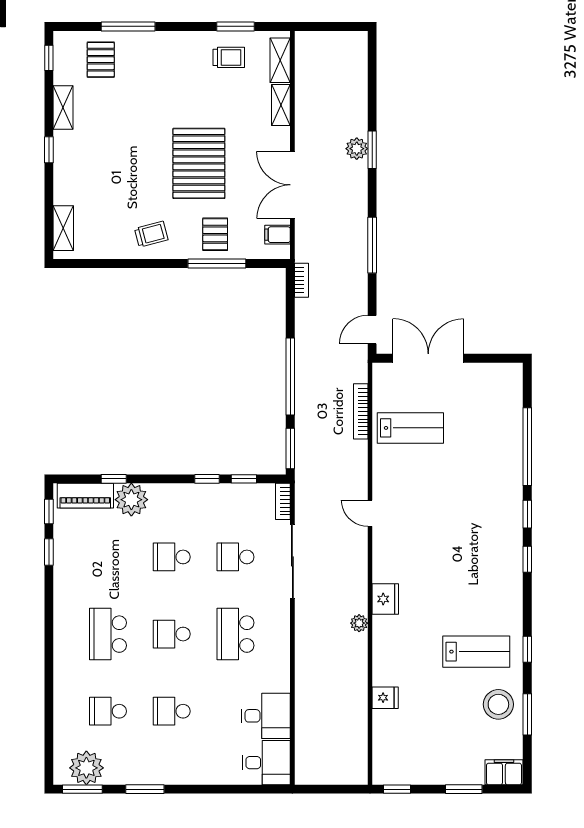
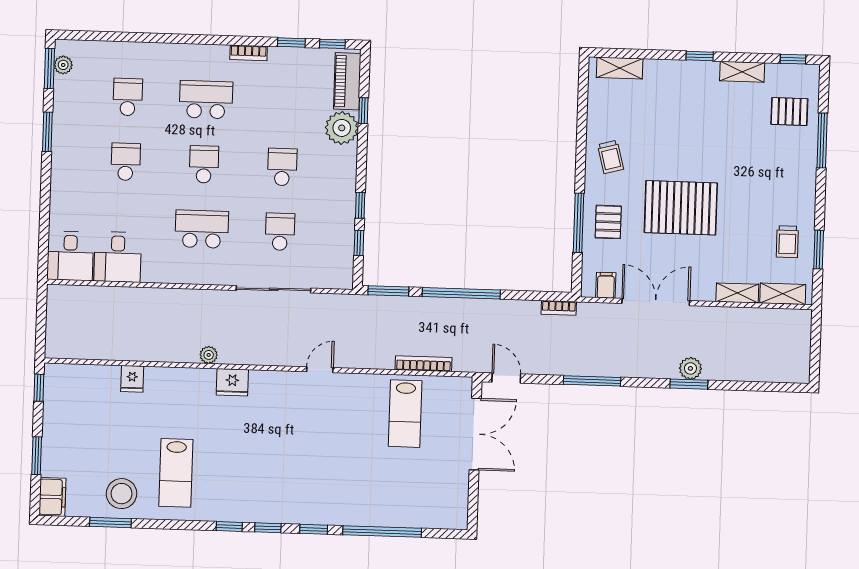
pallet: (215, 234) -> (608, 222), turned 90
bookcase: (283, 501) -> (249, 53), moved, turned 180
window: (527, 649) -> (229, 526), moved
plant: (86, 768) -> (63, 65), width x0.53, depth x0.53

